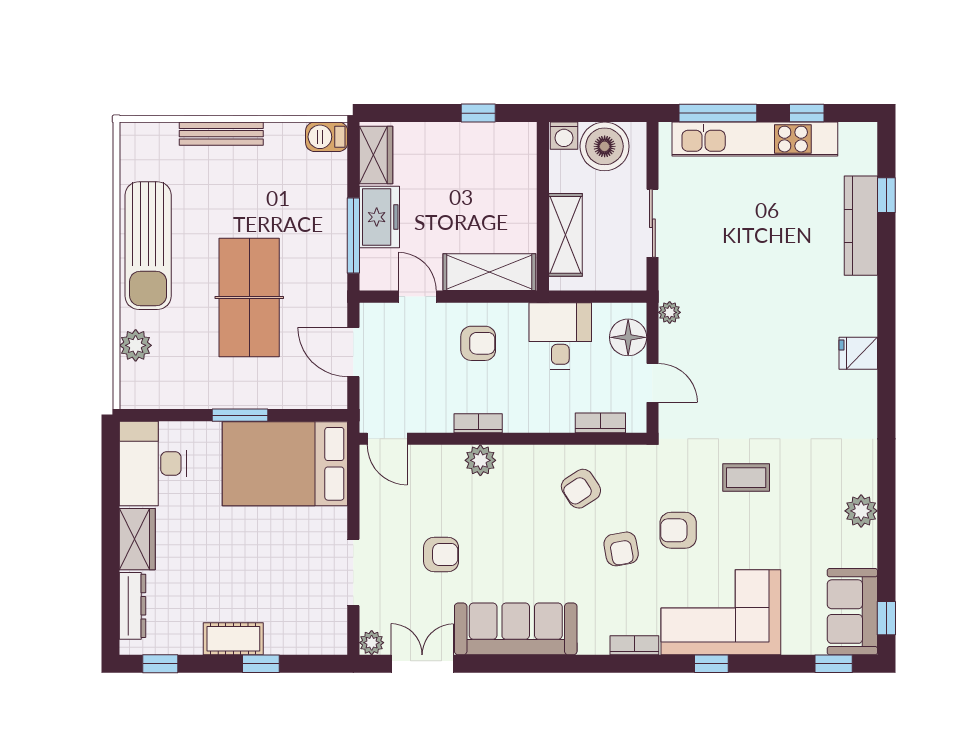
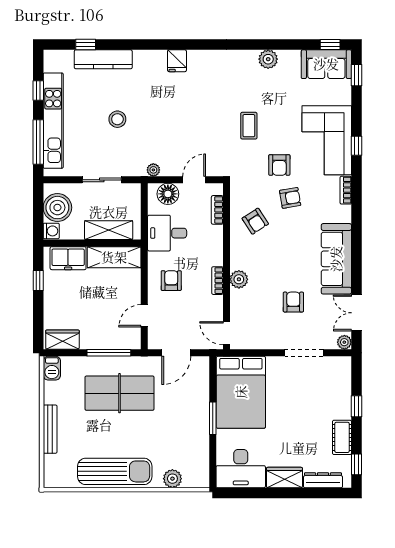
freezer: (379, 217) -> (68, 258), moved, turned 180
stool: (757, 250) -> (117, 119), added
shelving: (489, 272) -> (114, 257), moved, turned 90
table tennis table: (249, 298) -> (120, 393), moved
door: (387, 439) -> (226, 333), swing flipped
cot: (233, 639) -> (342, 437), moved

